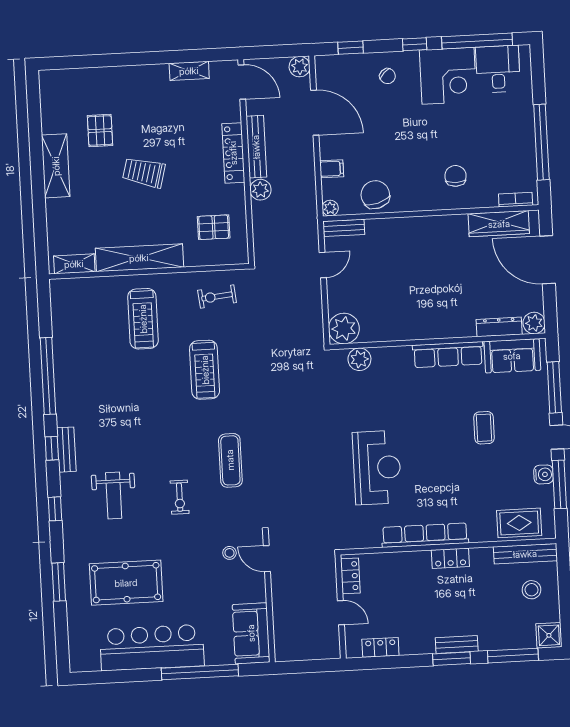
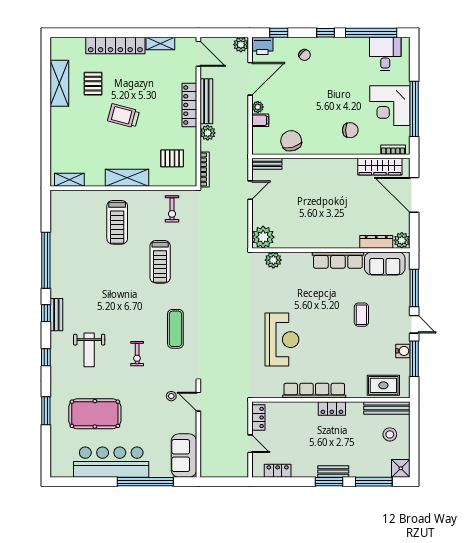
printer: (329, 67) -> (262, 46), added
corner desk: (448, 76) -> (390, 106), moved, turned 90
locker: (128, 77) -> (115, 45), added
door: (315, 113) -> (250, 79), hinge flipped
shelving: (56, 166) -> (59, 83), moved
chair: (456, 176) -> (350, 130), turned 90
plant: (330, 208) -> (258, 107), moved
bookcase: (259, 240) -> (205, 170), added
shelving: (139, 258) -> (127, 178), width x0.68
exercise bike: (217, 296) -> (172, 209), turned -84

